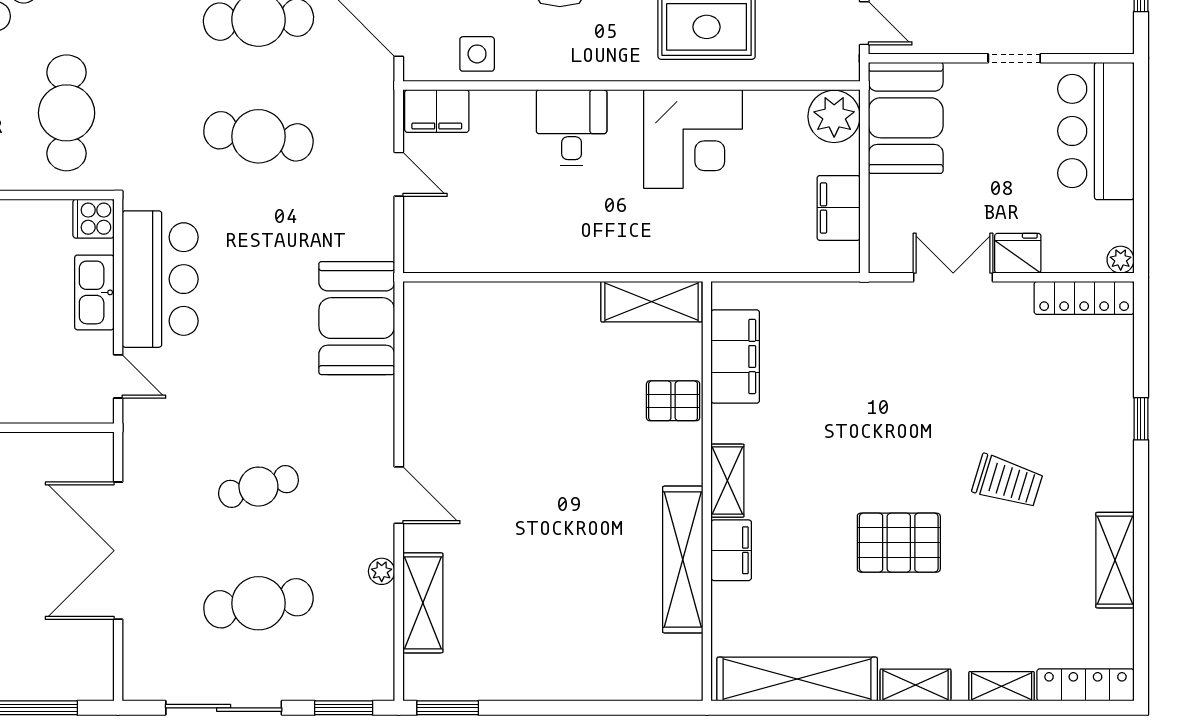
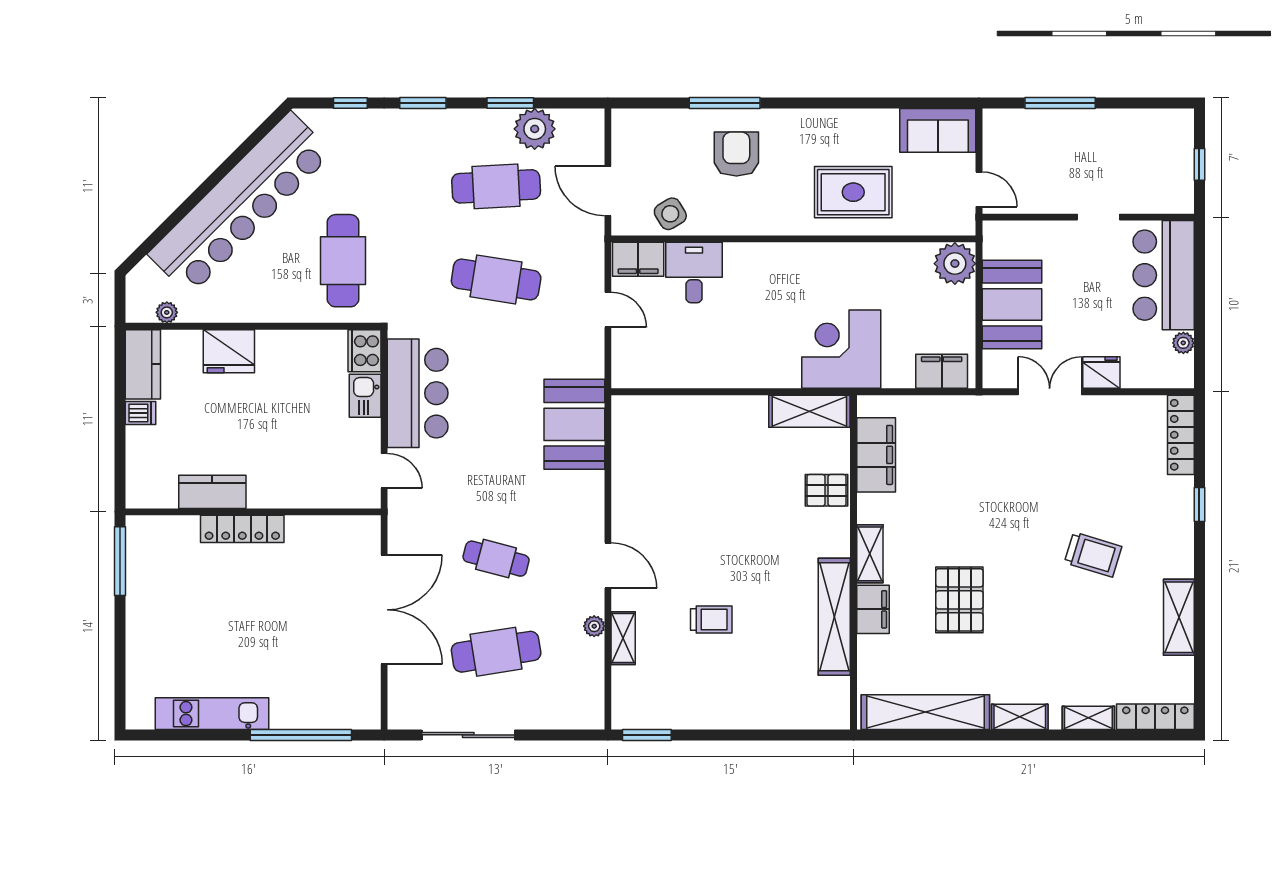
side table: (477, 54) -> (670, 214), turned -31
booth: (906, 118) -> (1012, 305), moved
desk: (572, 128) -> (694, 272), moved
corner desk: (693, 139) -> (841, 349), moved, turned 180
filing cabinet: (839, 208) -> (942, 371), moved, turned 90
cooker: (93, 219) -> (365, 351), width x1.36
plant: (1121, 260) -> (1183, 343), moved
kitchen sink: (94, 292) -> (365, 396), width x0.73
locker: (1084, 298) -> (1181, 435), moved, turned 90
cafe table: (258, 487) -> (496, 559), turned 30
pallet: (899, 543) -> (959, 600), moved, turned 90
double door: (118, 551) -> (384, 610), swing flipped
trolley: (528, 563) -> (711, 619), added
shelving: (423, 603) -> (623, 638), width x0.67, depth x0.75
window: (344, 708) -> (564, 735), removed

